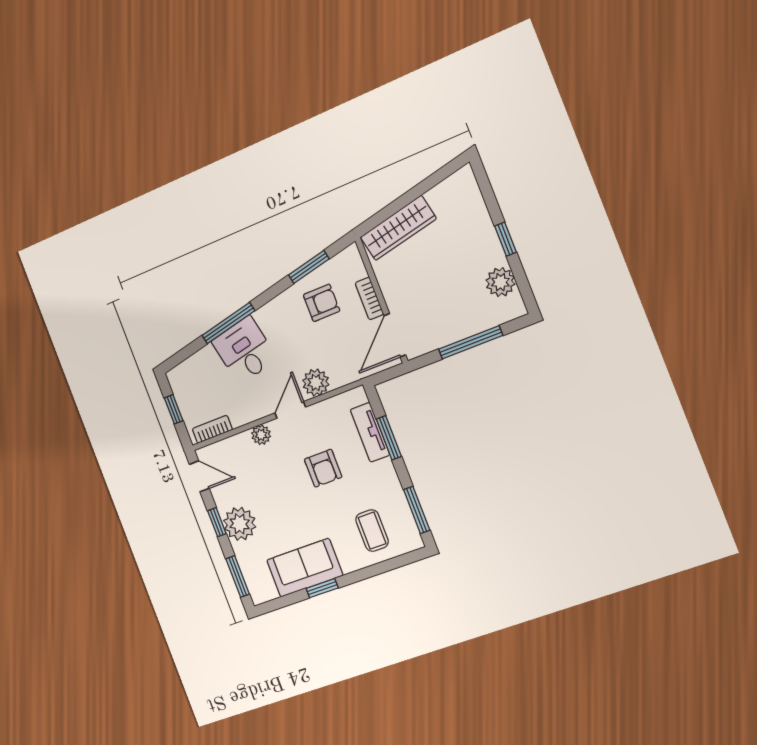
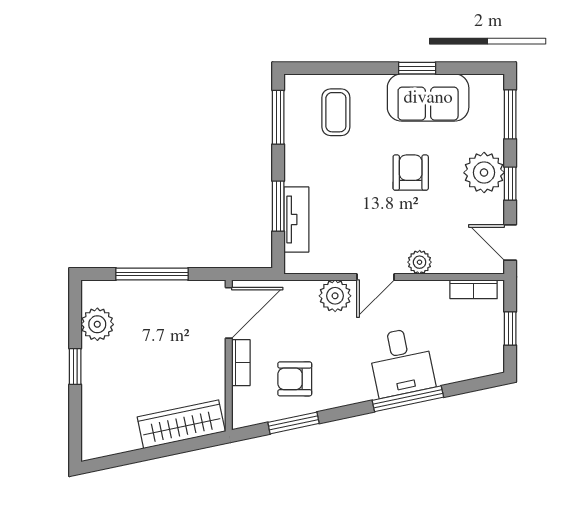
armchair: (323, 468) -> (411, 173), moved

